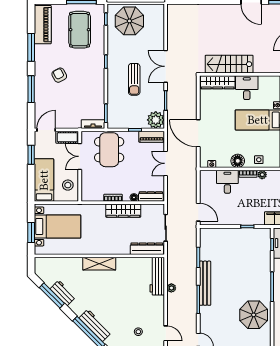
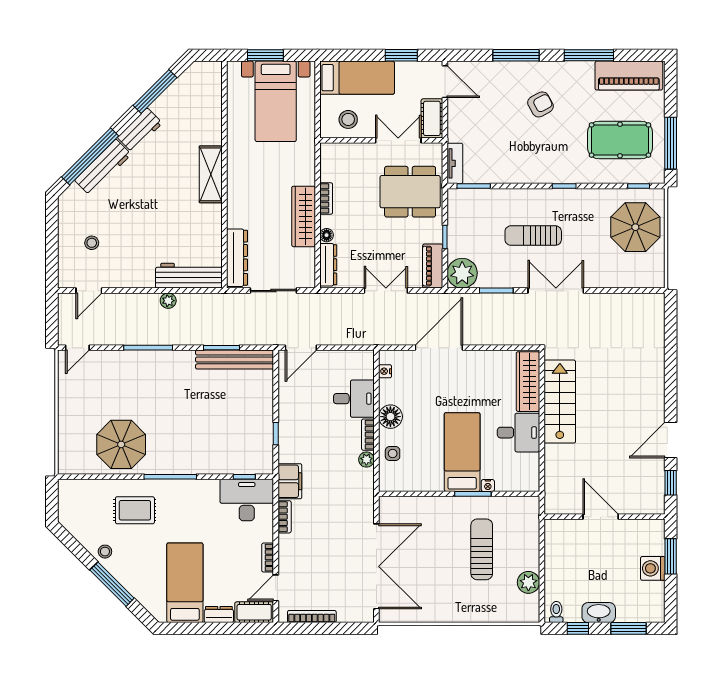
bench: (205, 283) -> (235, 359), moved
workbench: (63, 293) -> (140, 130), moved

